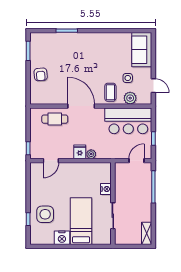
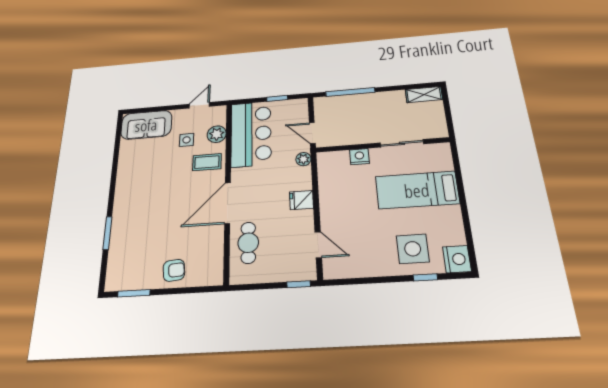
plant: (91, 154) -> (303, 159), moved
door: (136, 161) -> (312, 133), moved
nightstand: (62, 238) -> (457, 259), moved

